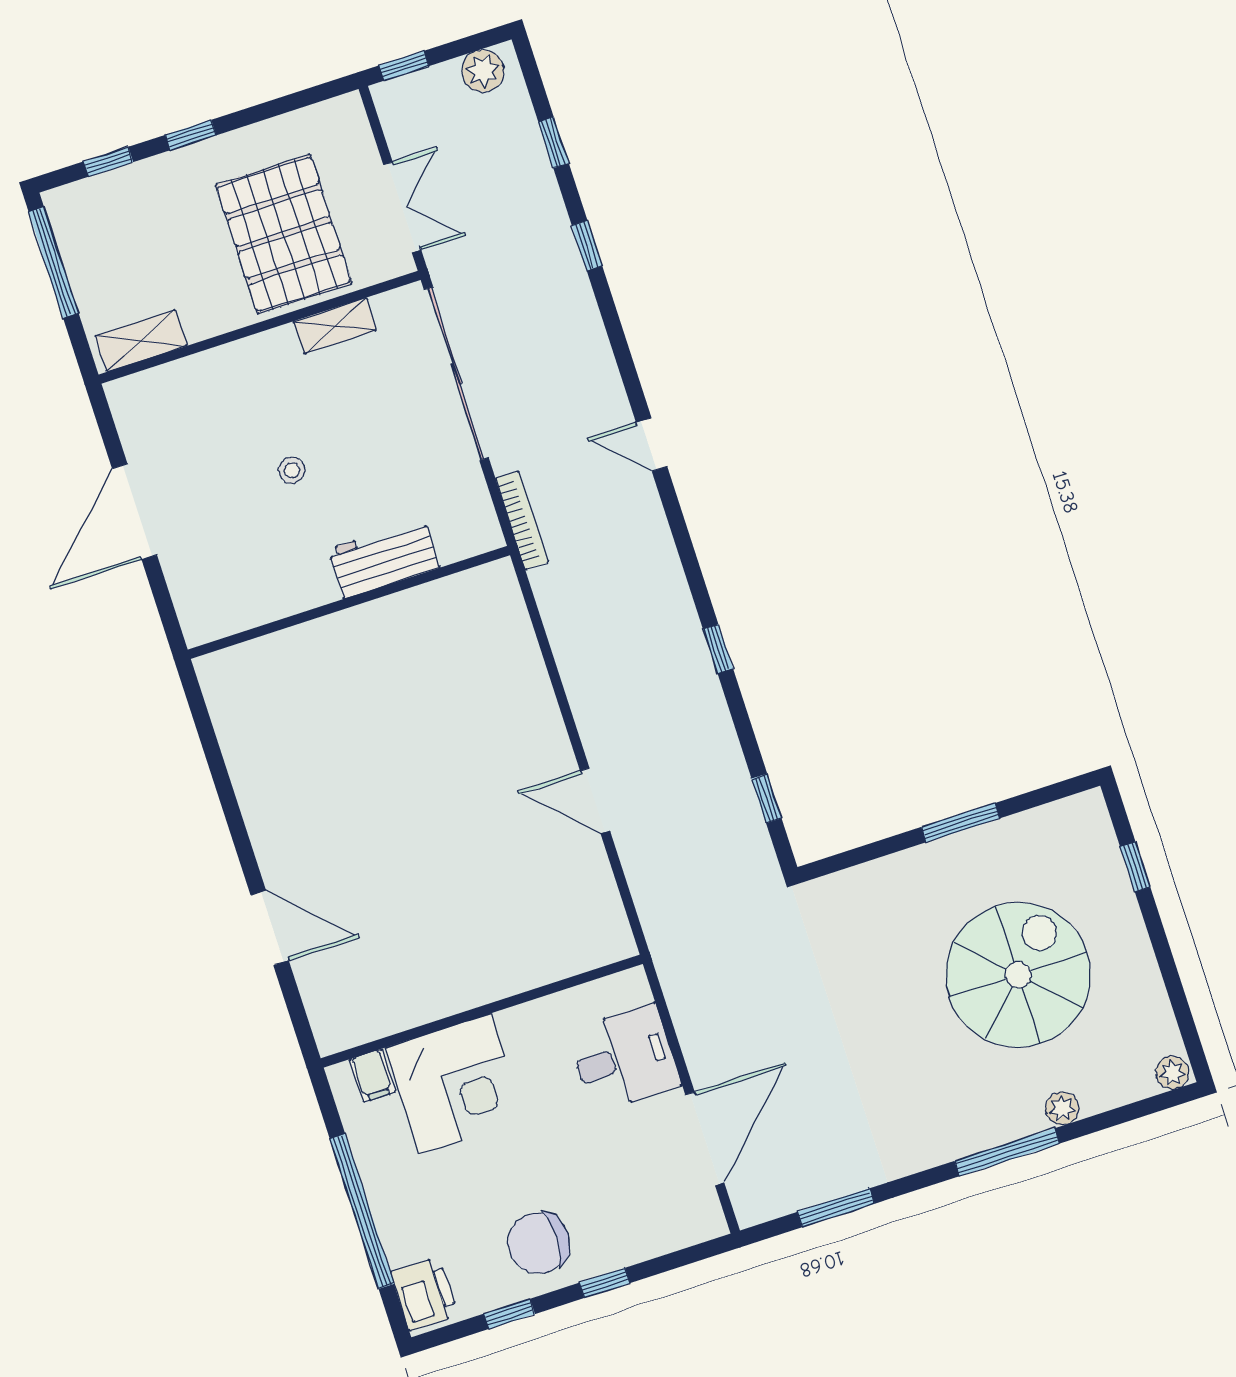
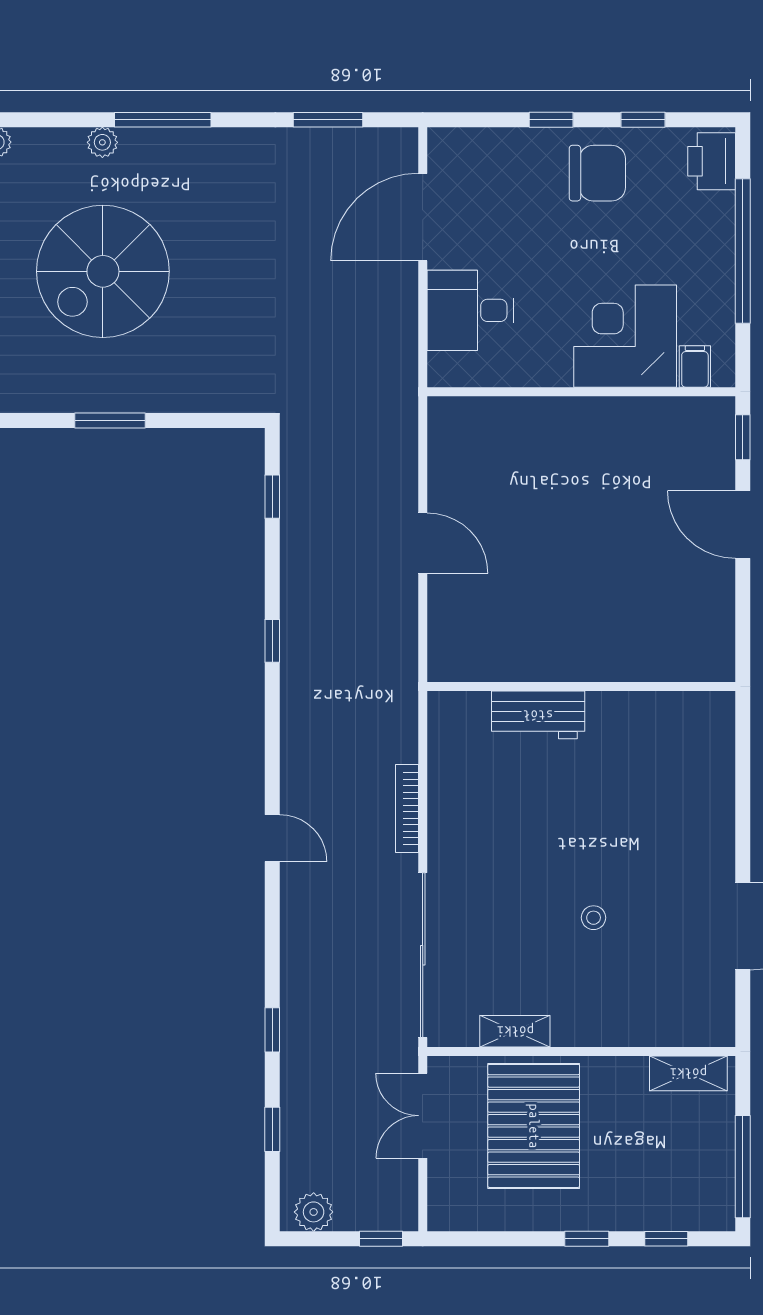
workbench: (384, 558) -> (538, 715), moved
wall: (349, 602) -> (581, 687), moved
window: (299, 1018) -> (743, 437), added

